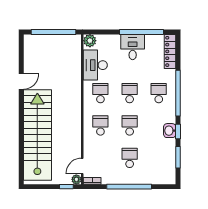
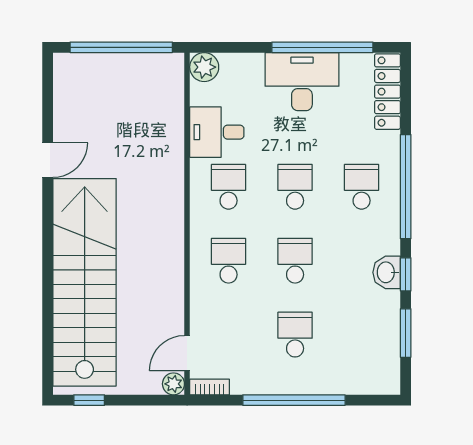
desk: (133, 47) -> (302, 82), width x1.37
desk: (95, 65) -> (217, 132), width x0.73
window: (66, 187) -> (89, 400), moved

